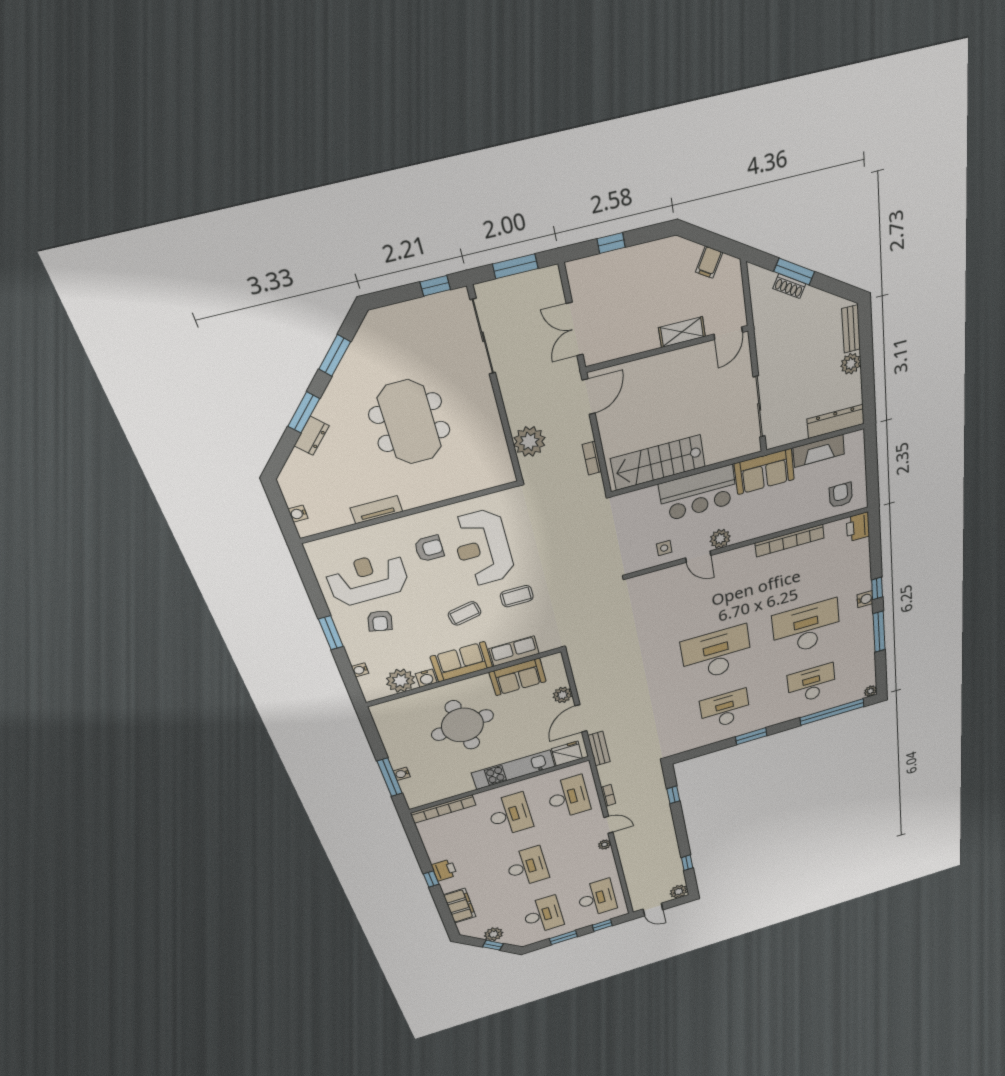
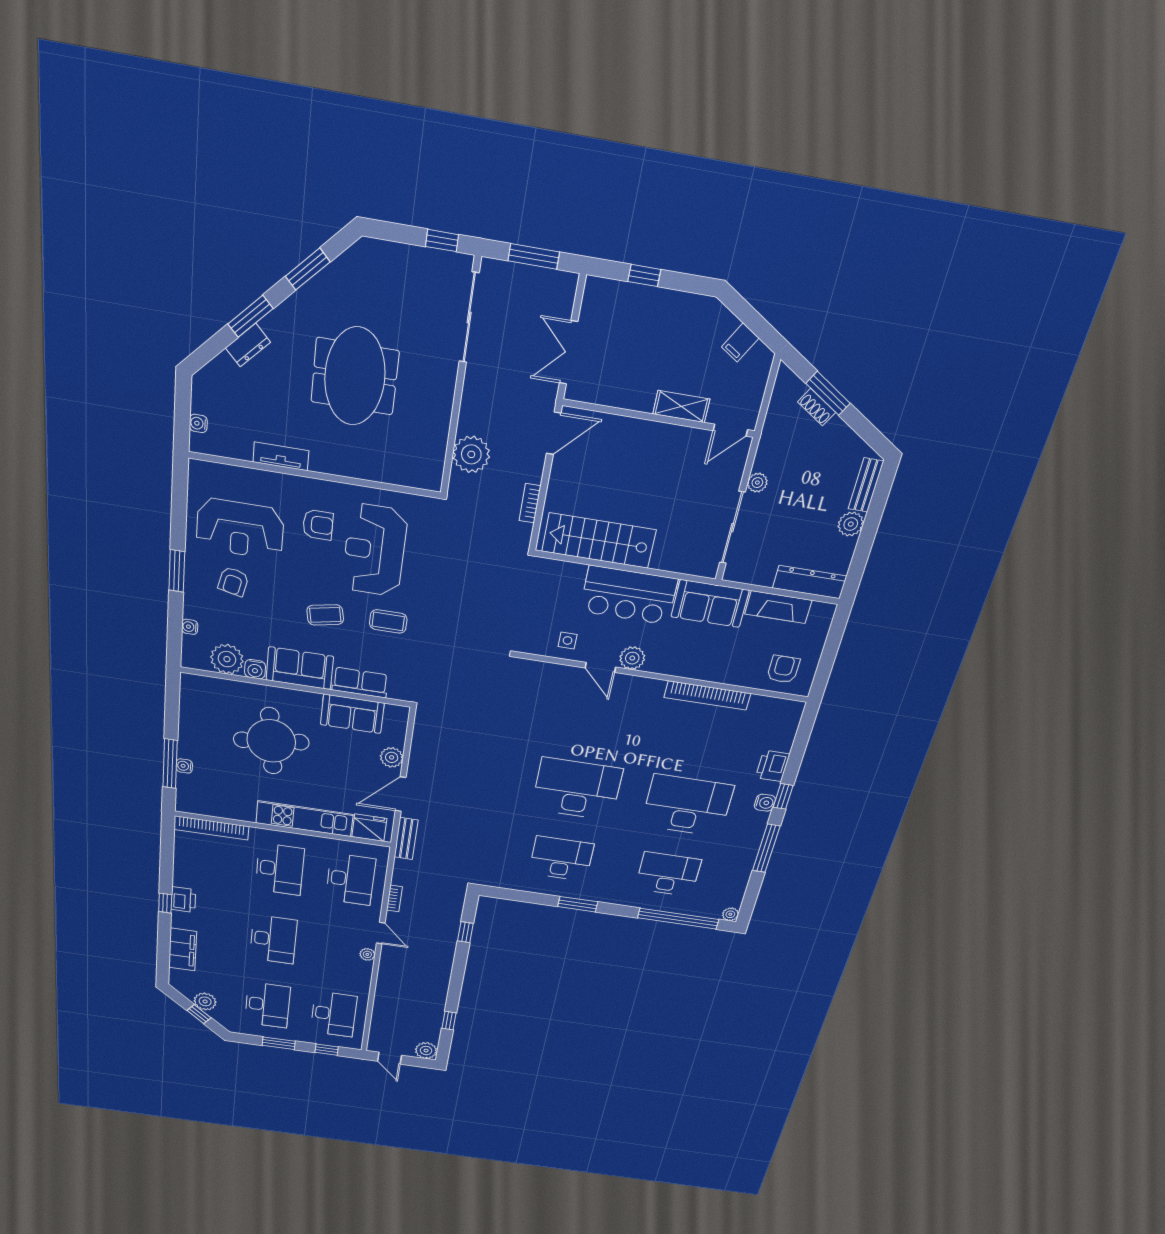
plant: (765, 364) -> (757, 483), added
printer: (858, 527) -> (773, 766), moved
reception desk: (368, 579) -> (240, 529), turned 180

